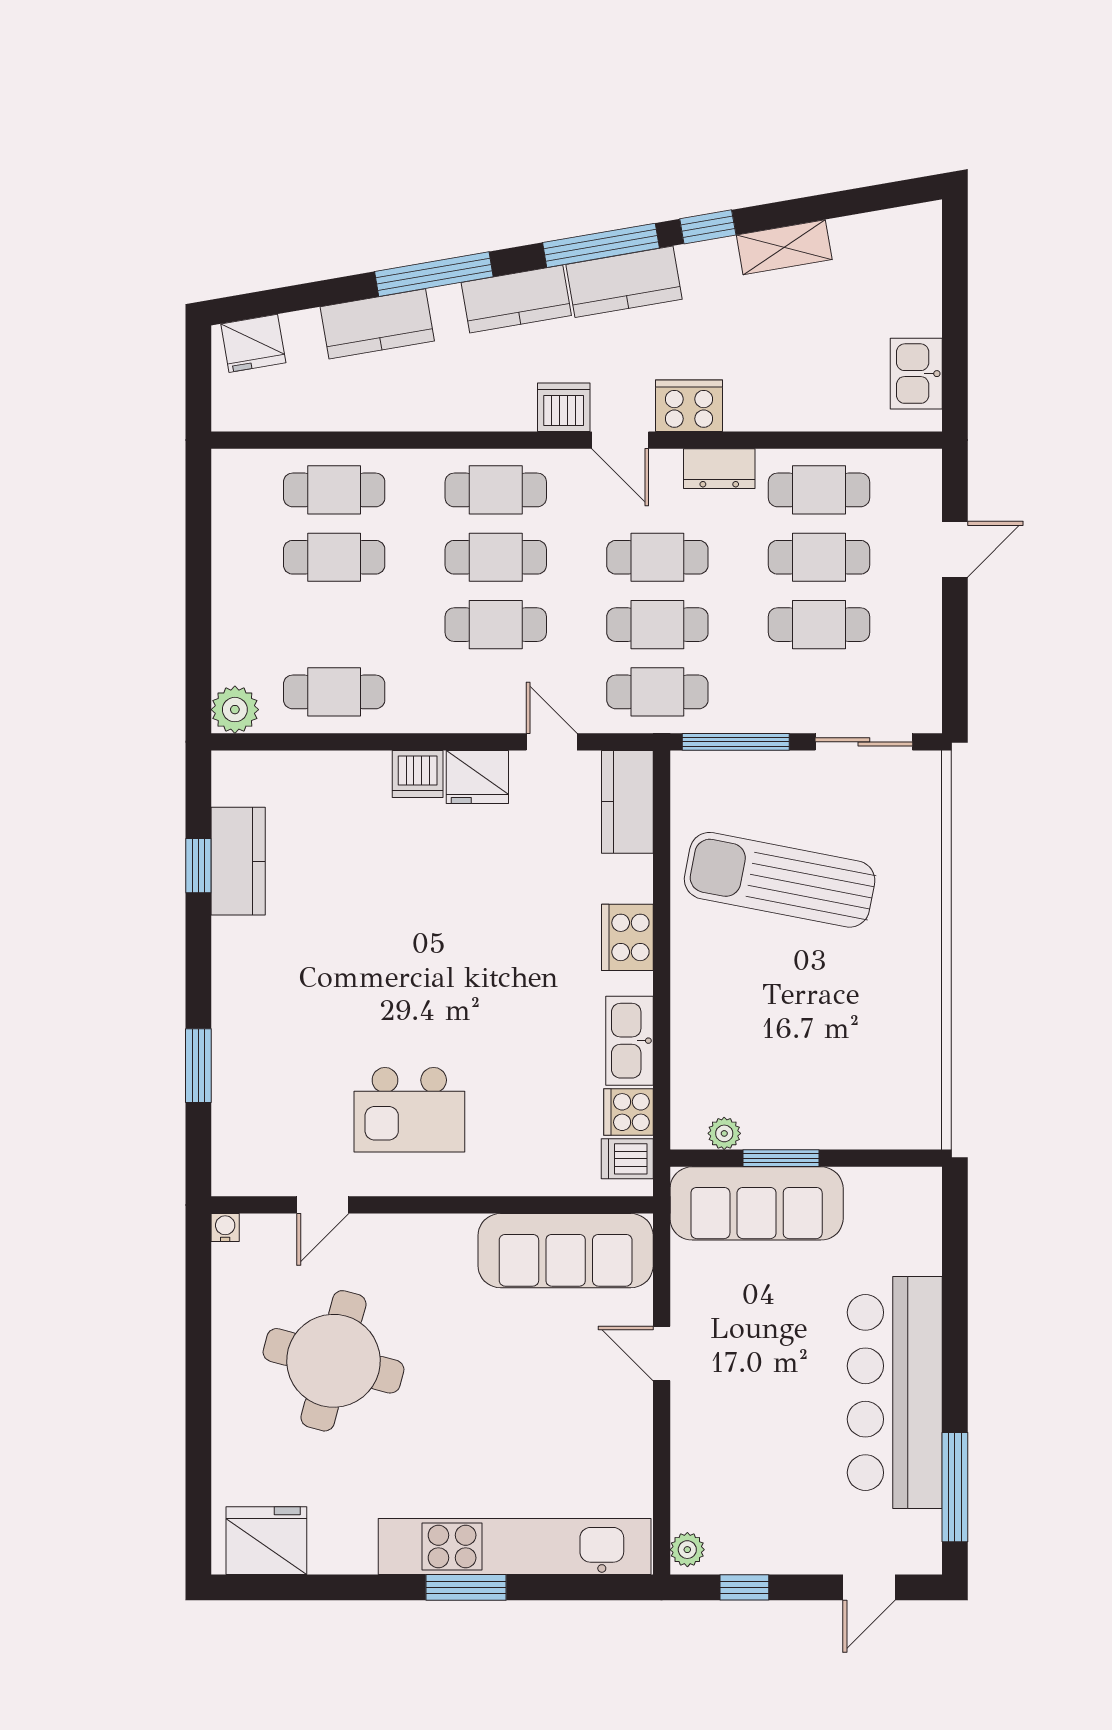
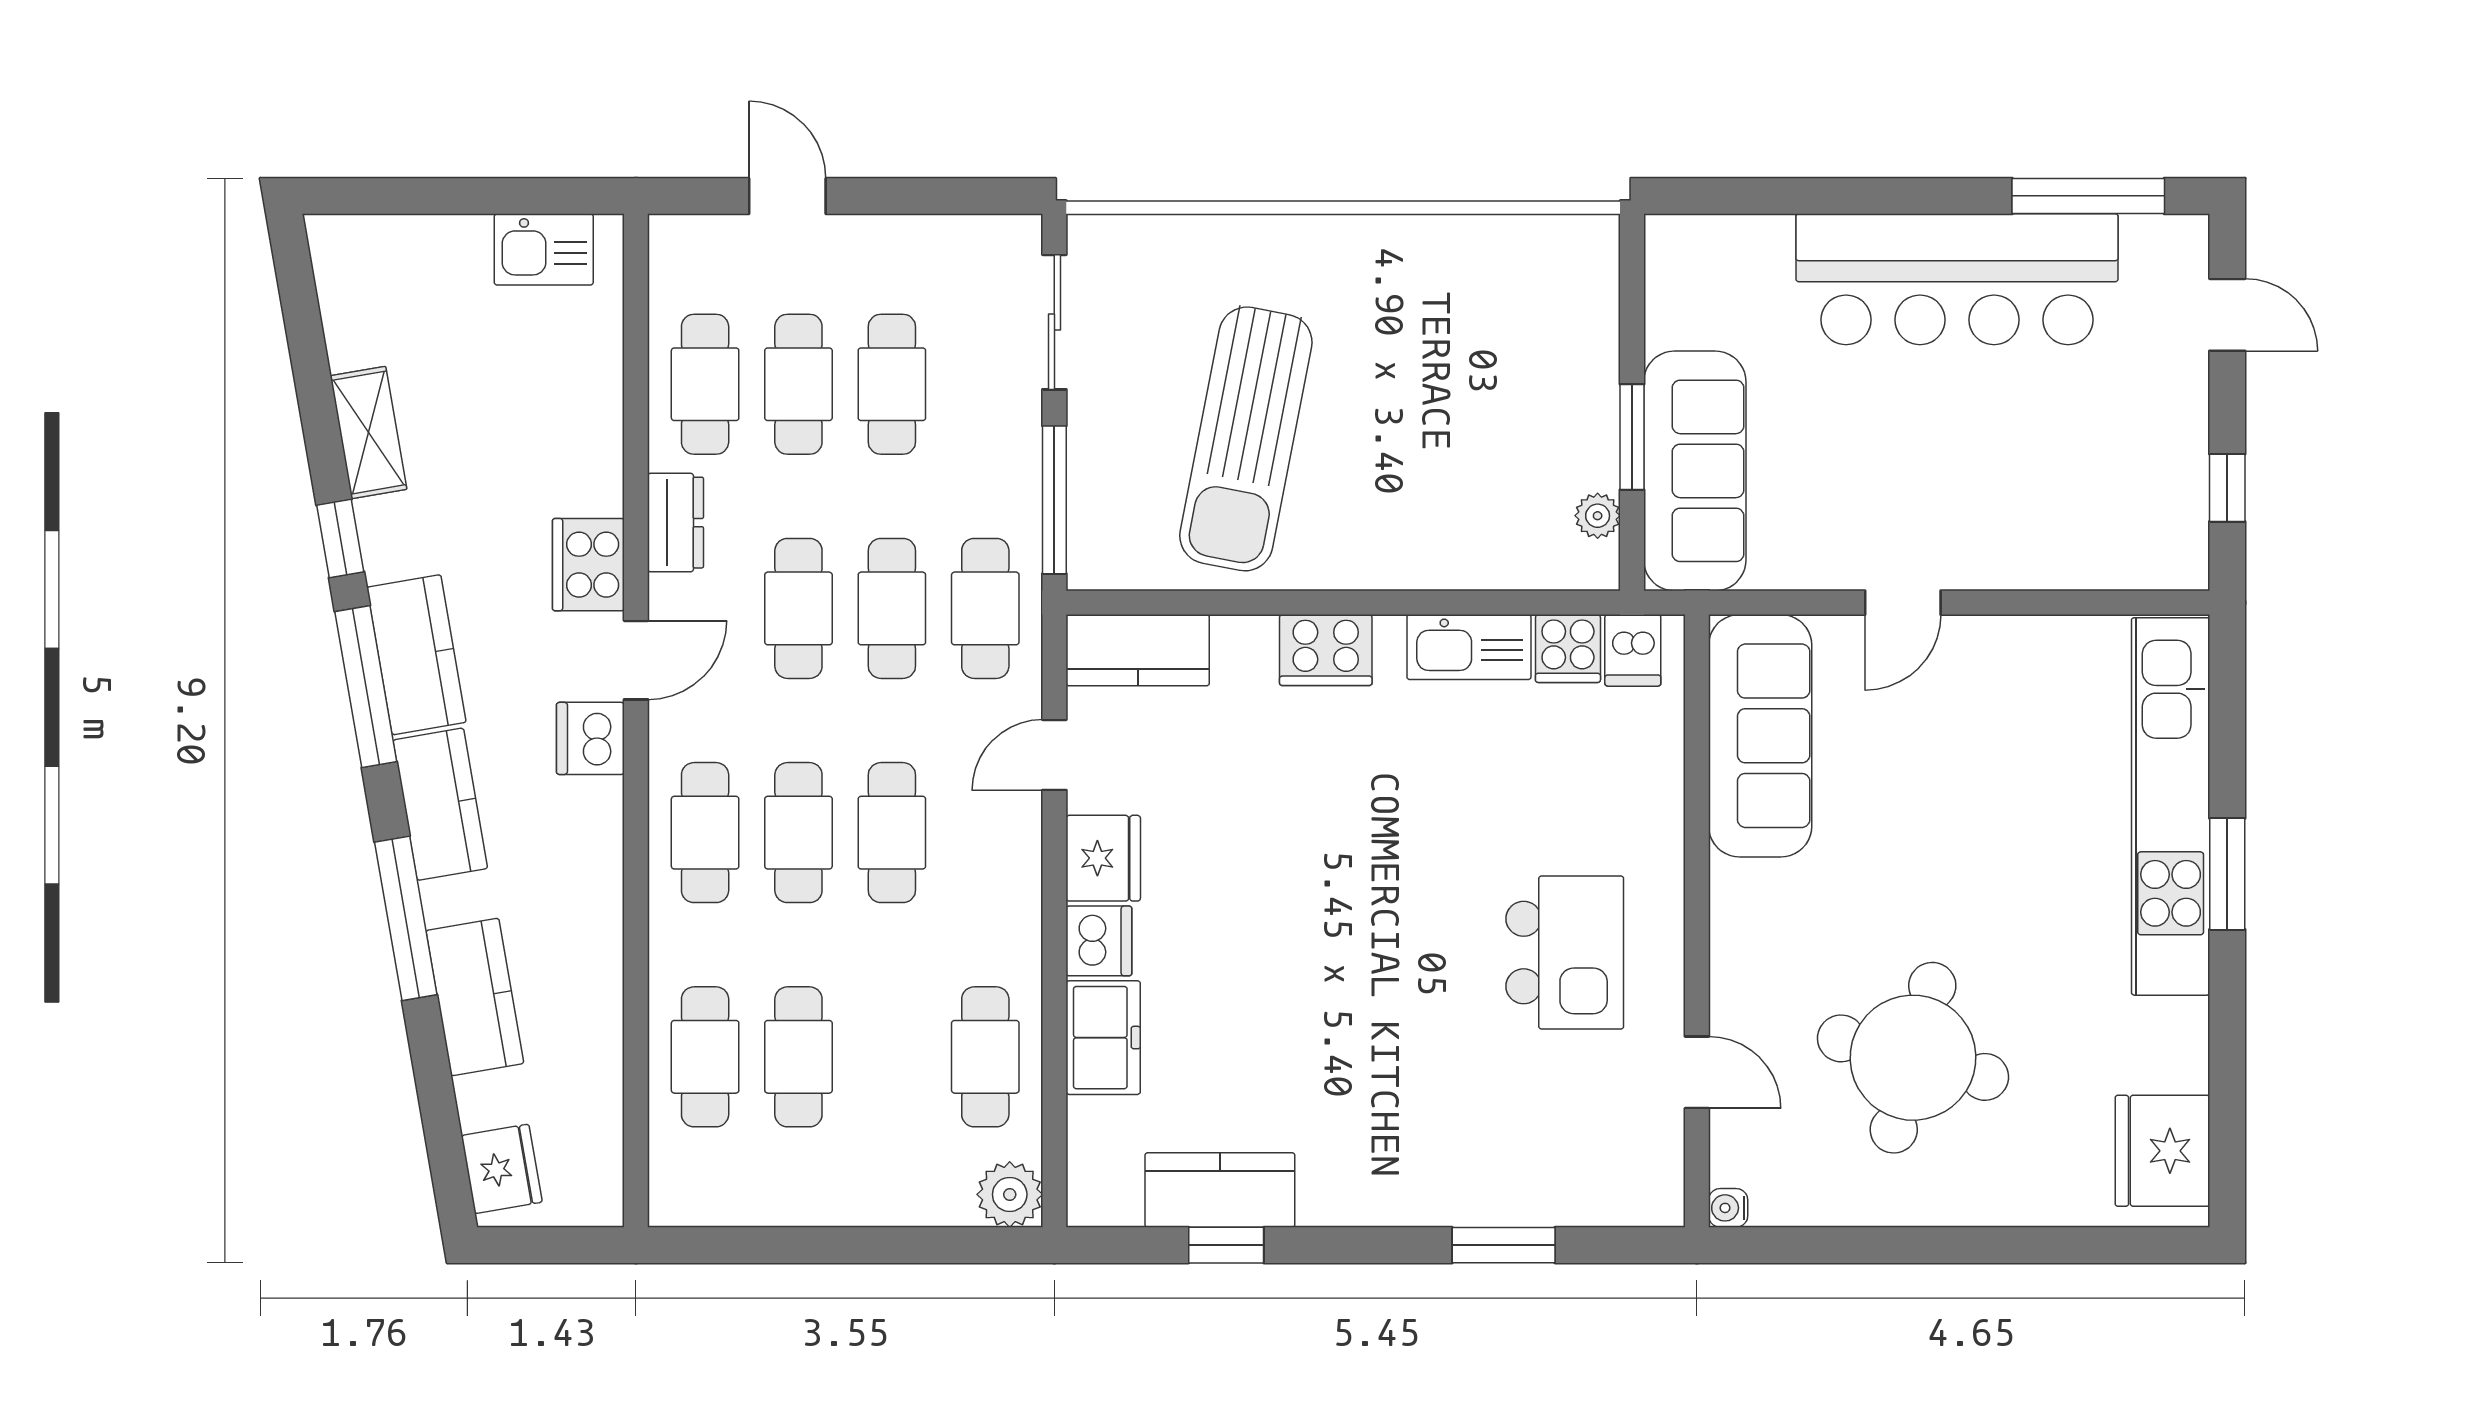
freezer: (348, 777) -> (1103, 1038), added
plant: (687, 1550) -> (2175, 567), removed

